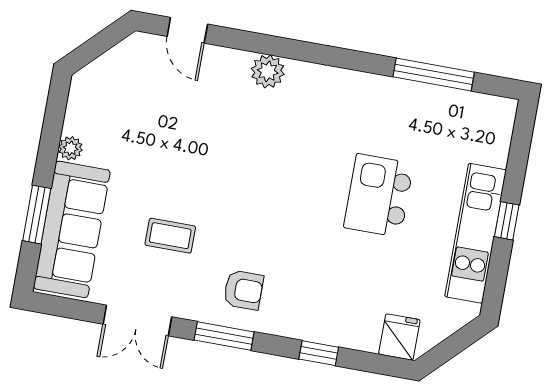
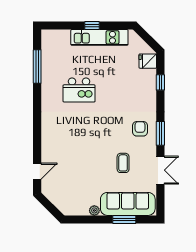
plant: (268, 71) -> (48, 135), removed
kitchen island: (379, 195) -> (79, 90), moved
window: (319, 353) -> (160, 82), moved

